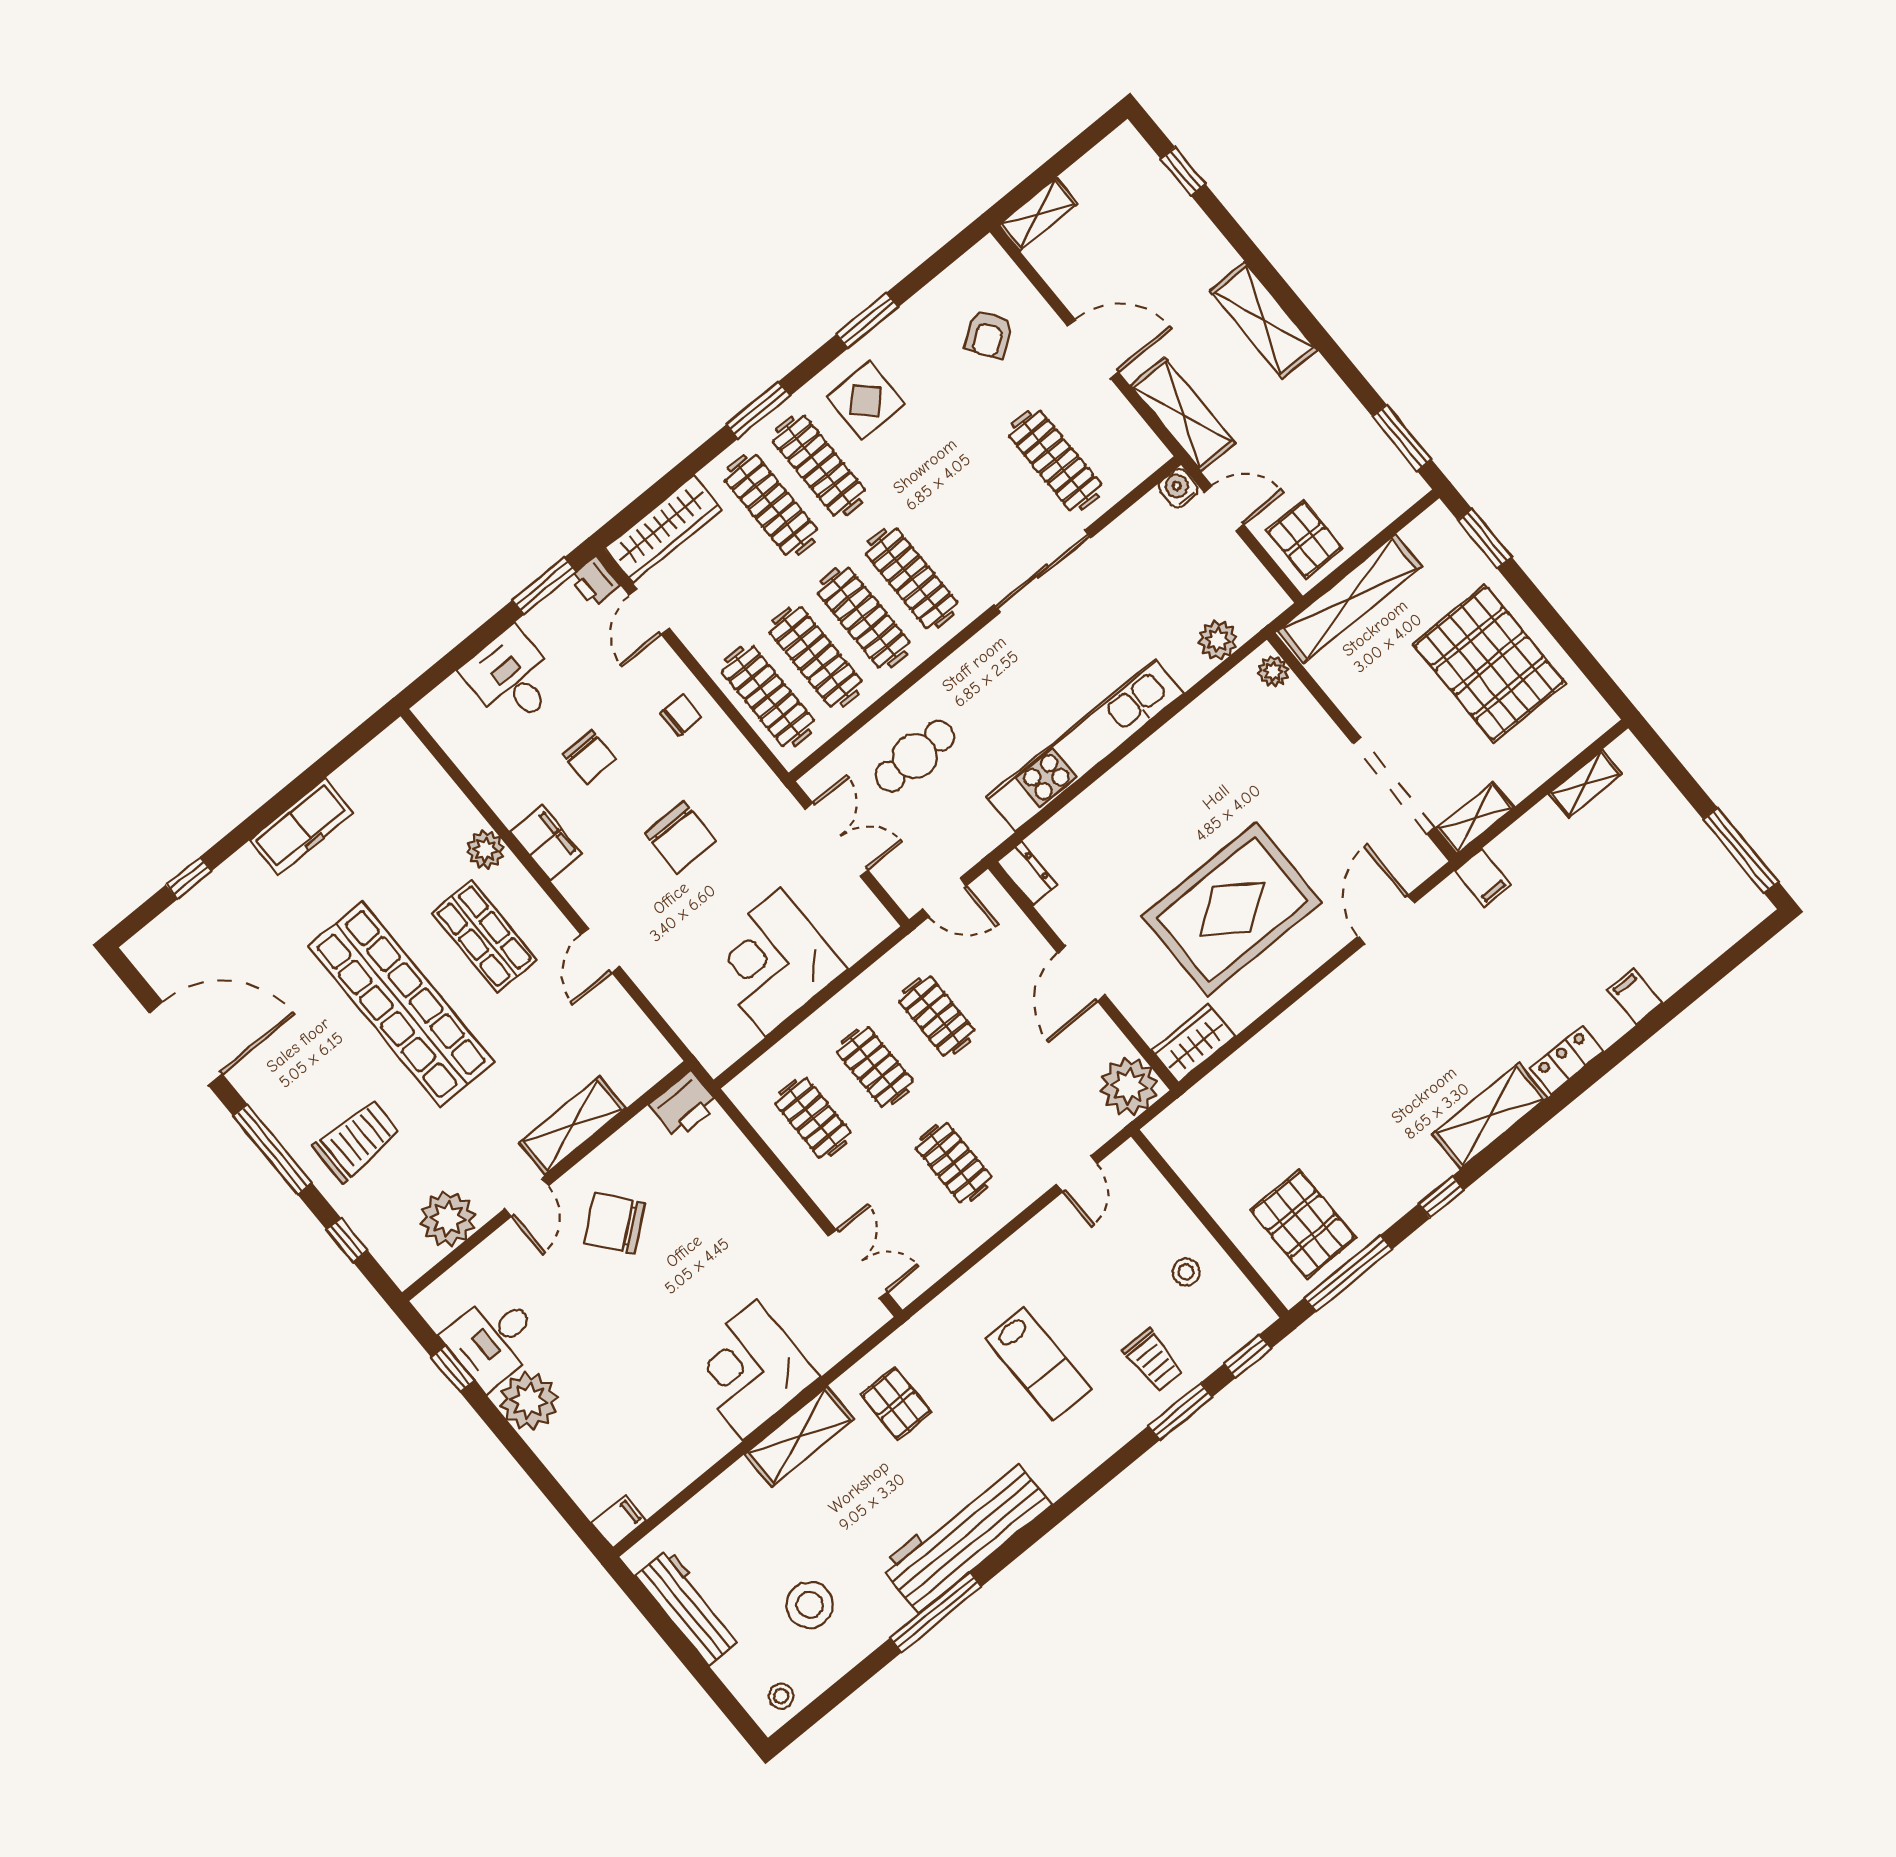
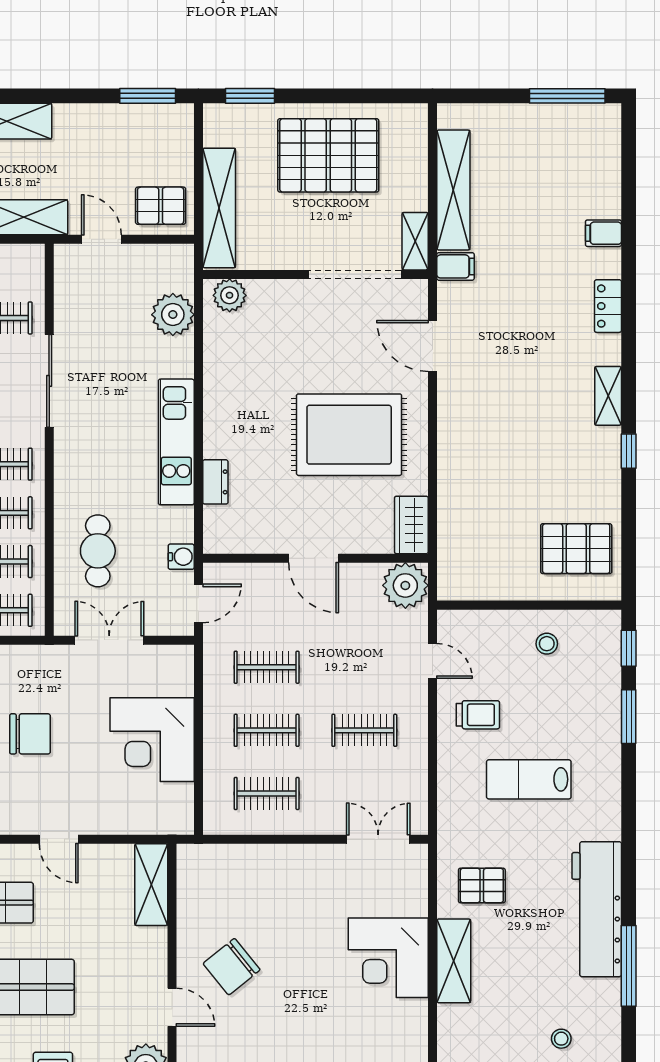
water cooler: (1178, 488) -> (181, 557), moved, turned 180
door: (1224, 508) -> (101, 239), hinge flipped
plant: (1218, 640) -> (173, 315), width x1.36, depth x1.36
plant: (1273, 671) -> (230, 295), width x1.38, depth x1.38
kitchen unit: (1085, 745) -> (176, 442), width x0.73
shelving: (1585, 784) -> (453, 190), width x2.20, depth x1.33
dresser: (1027, 874) -> (215, 482), moved, turned 90
rug: (1232, 909) -> (349, 435), turned 90
printer: (684, 1105) -> (194, 865), removed
shelving: (1490, 1116) -> (608, 396), width x0.67, depth x0.75
shelving: (572, 1125) -> (151, 885), moved
window: (1348, 1273) -> (629, 546), removed
trolley: (1153, 1360) -> (478, 715), moved
lab bench: (1038, 1364) -> (529, 779), turned 180
stool: (810, 1605) -> (561, 1039), width x0.53, depth x0.53

